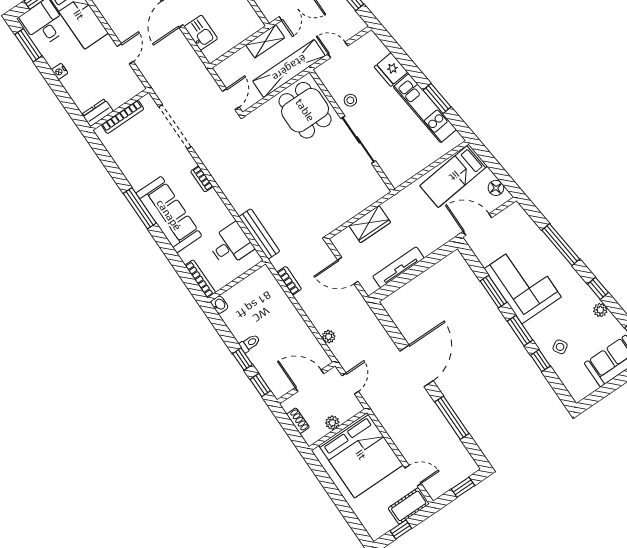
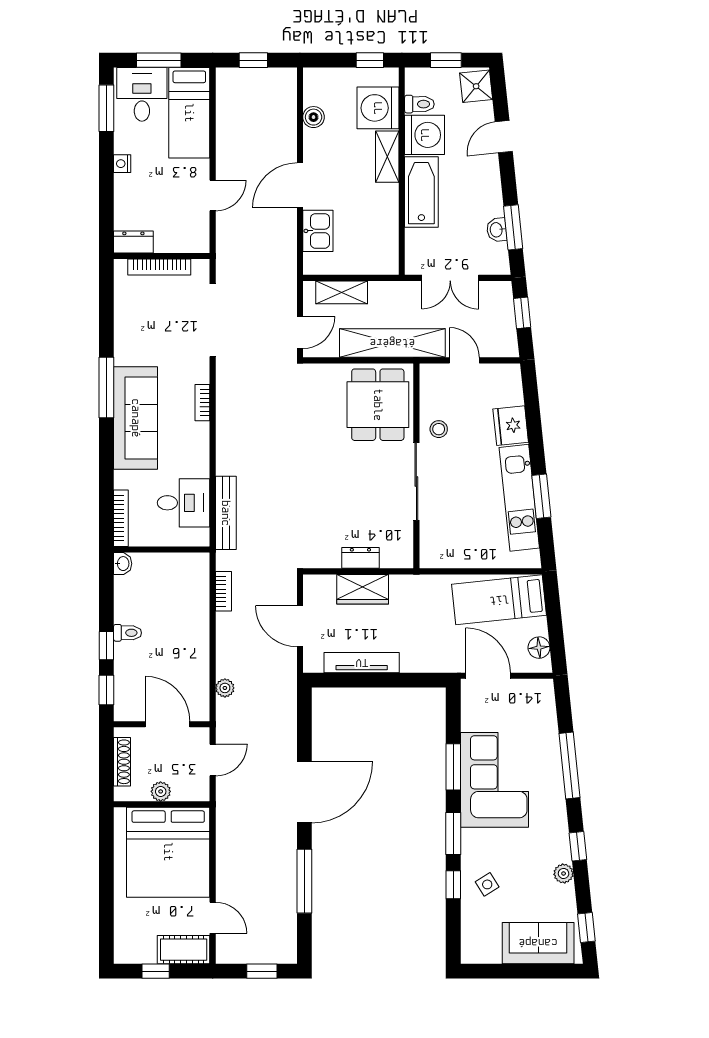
shelving: (265, 41) -> (342, 292), moved
dresser: (356, 207) -> (360, 558), added
shoe rack: (298, 421) -> (122, 762), width x1.43

